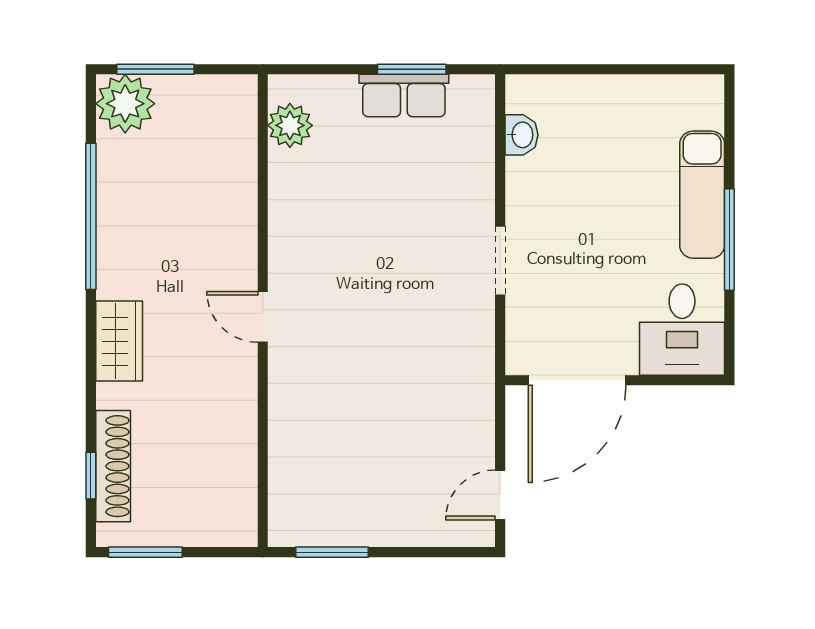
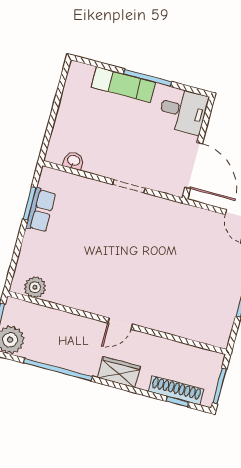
plant: (290, 125) -> (35, 287), moved
wall: (263, 311) -> (117, 323), moved
door: (263, 317) -> (120, 323), moved

